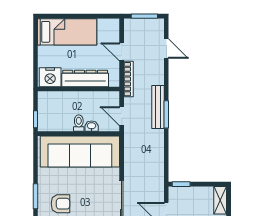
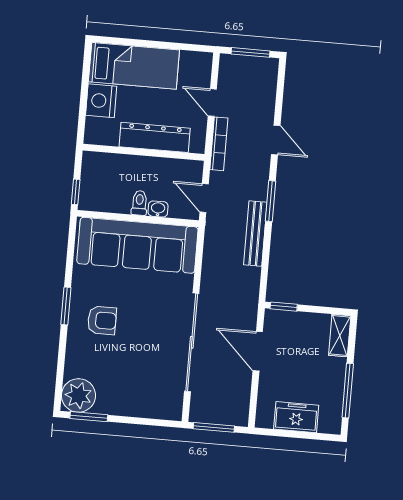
door: (166, 49) -> (276, 140), moved
nightstand: (50, 77) -> (101, 101), moved, turned 90
bench: (158, 107) -> (255, 234), moved

